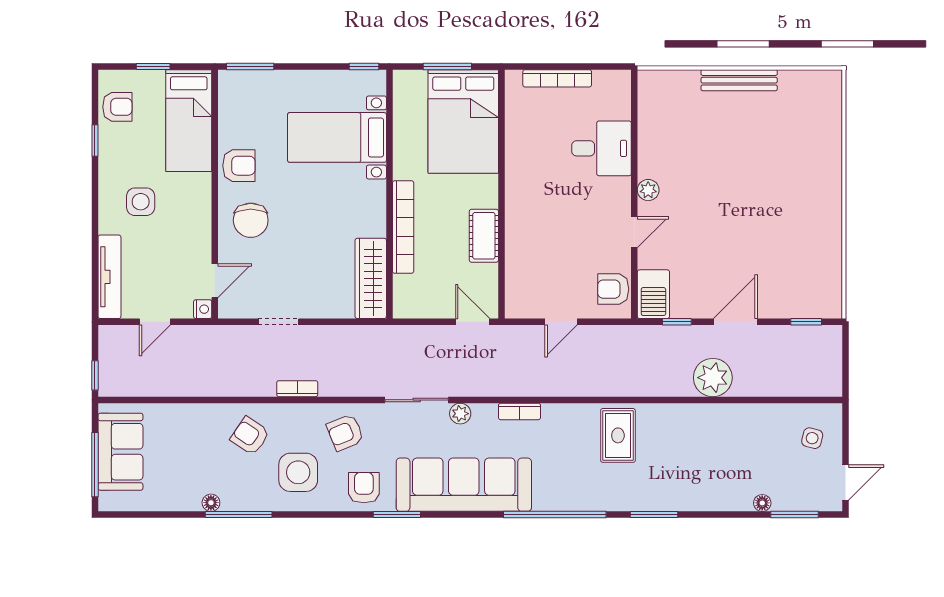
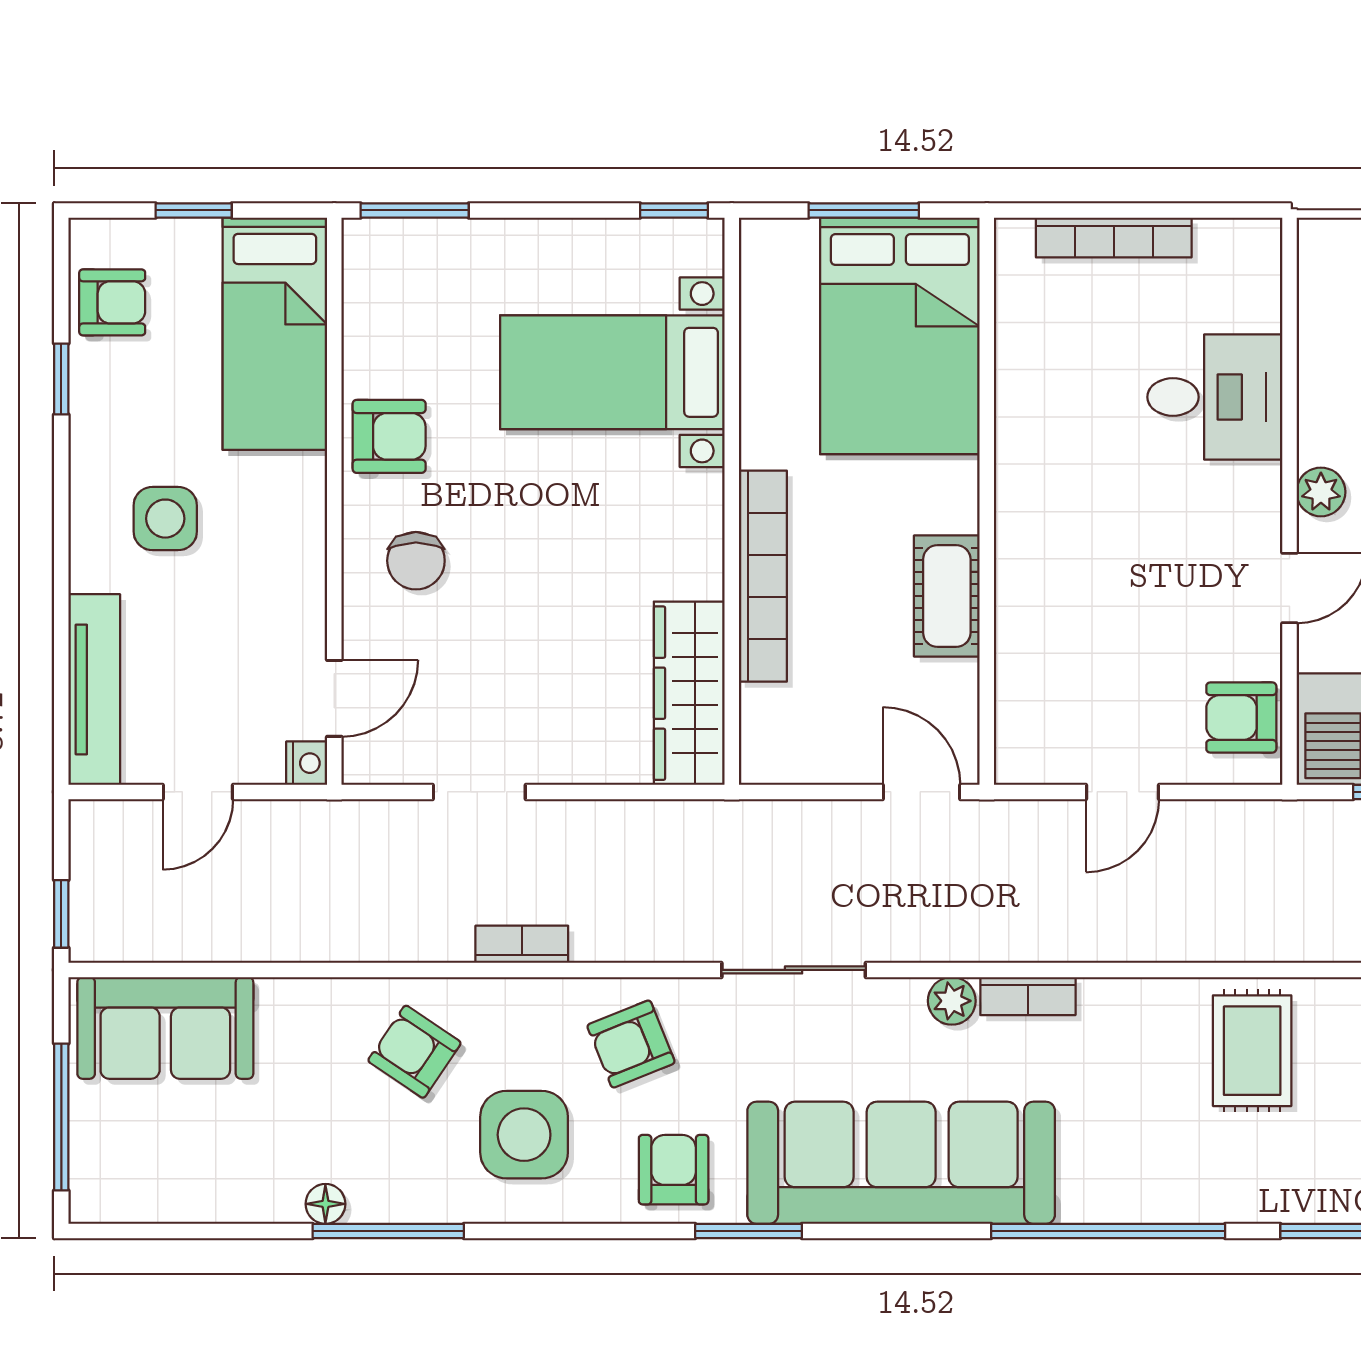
chair: (251, 220) -> (416, 561), width x0.73, depth x0.73
plant: (460, 414) -> (952, 1001), moved
sofa: (120, 452) -> (165, 1028), moved, turned 90

